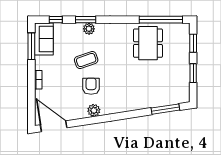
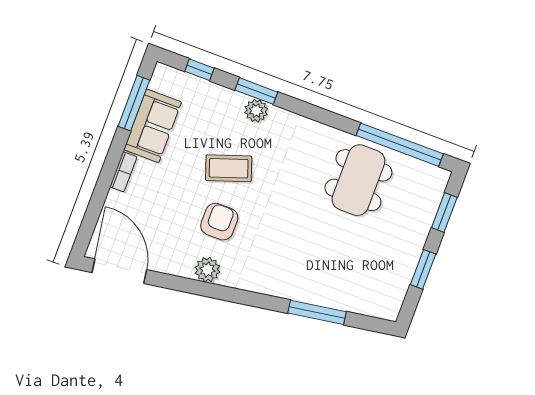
sofa: (44, 39) -> (153, 126), moved
window: (165, 109) -> (317, 312), moved

